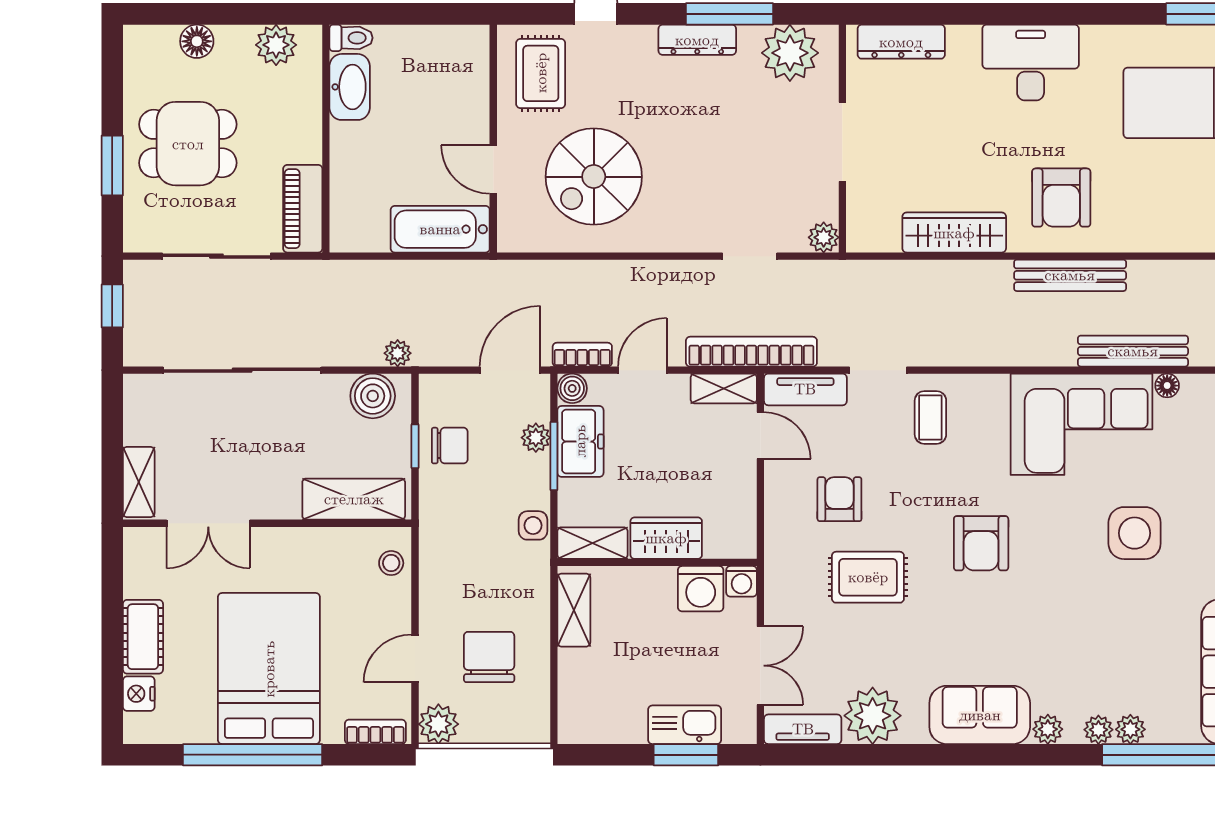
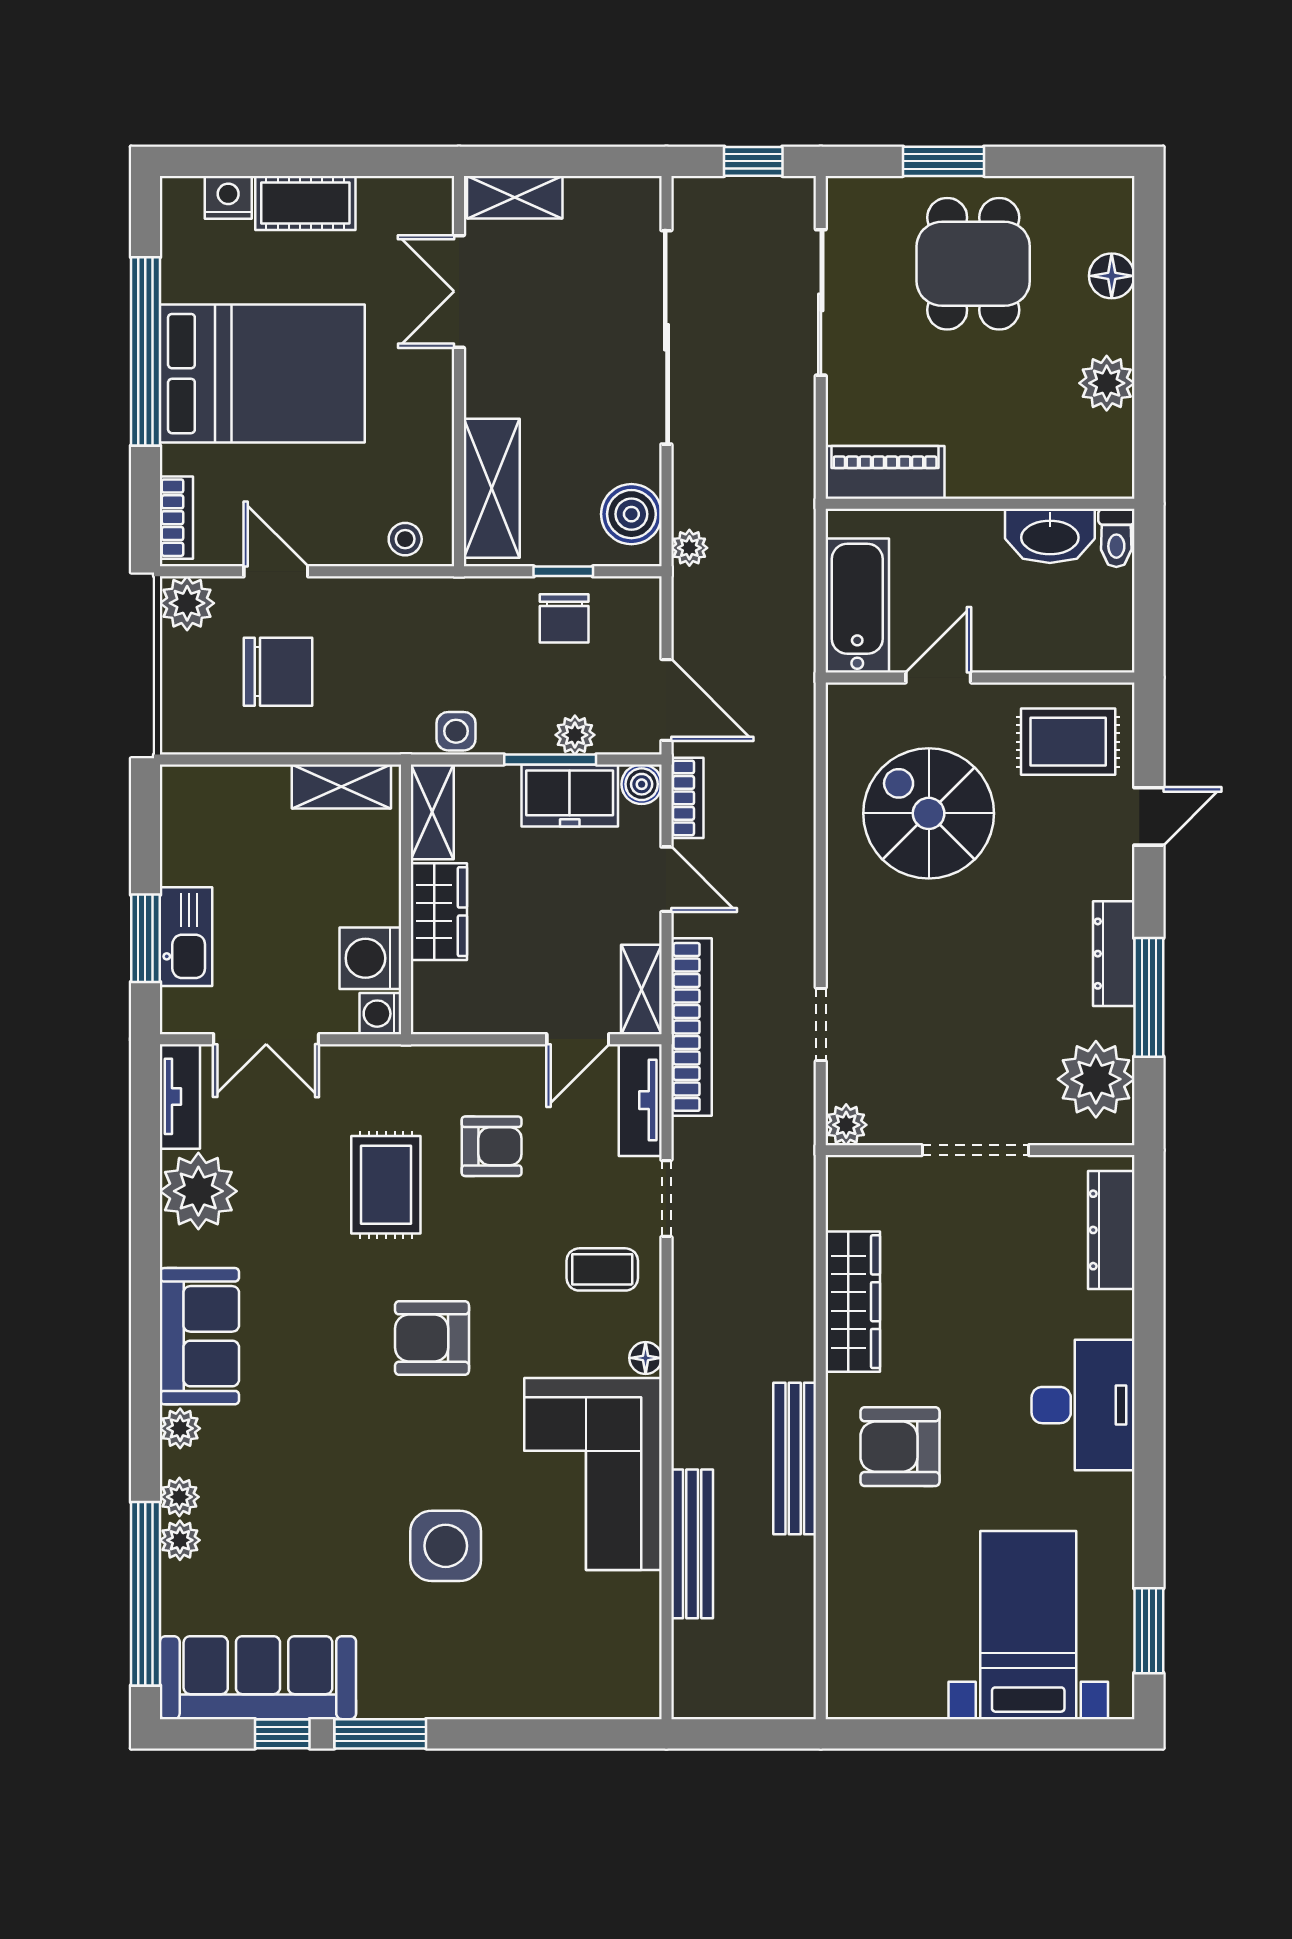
toilet: (351, 38) -> (1116, 538), moved
washbasin: (350, 87) -> (1050, 536), moved
wall: (326, 139) -> (980, 504), moved
piano: (303, 209) -> (885, 472), moved
floor lamp: (1167, 386) -> (646, 1358), moved

